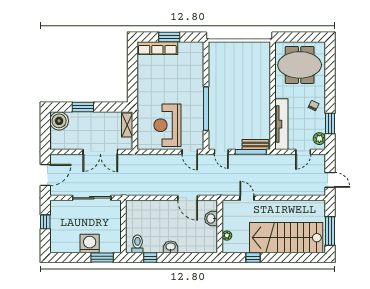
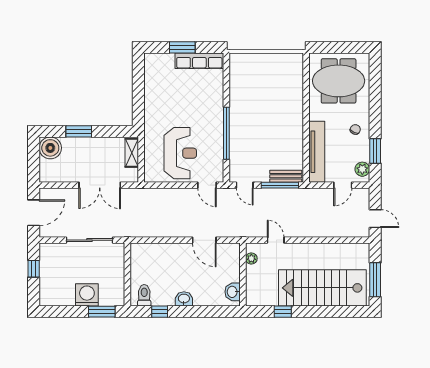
row of seats: (157, 48) -> (199, 61), moved
reception desk: (168, 125) -> (180, 153), turned 180
washbasin: (211, 219) -> (233, 292), moved
plant: (227, 236) -> (251, 258), moved

